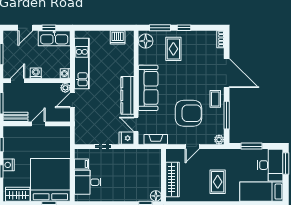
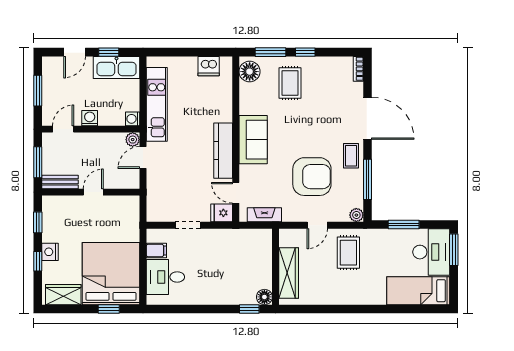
sofa: (148, 88) -> (253, 140), width x0.73
rug: (218, 182) -> (348, 253), moved

